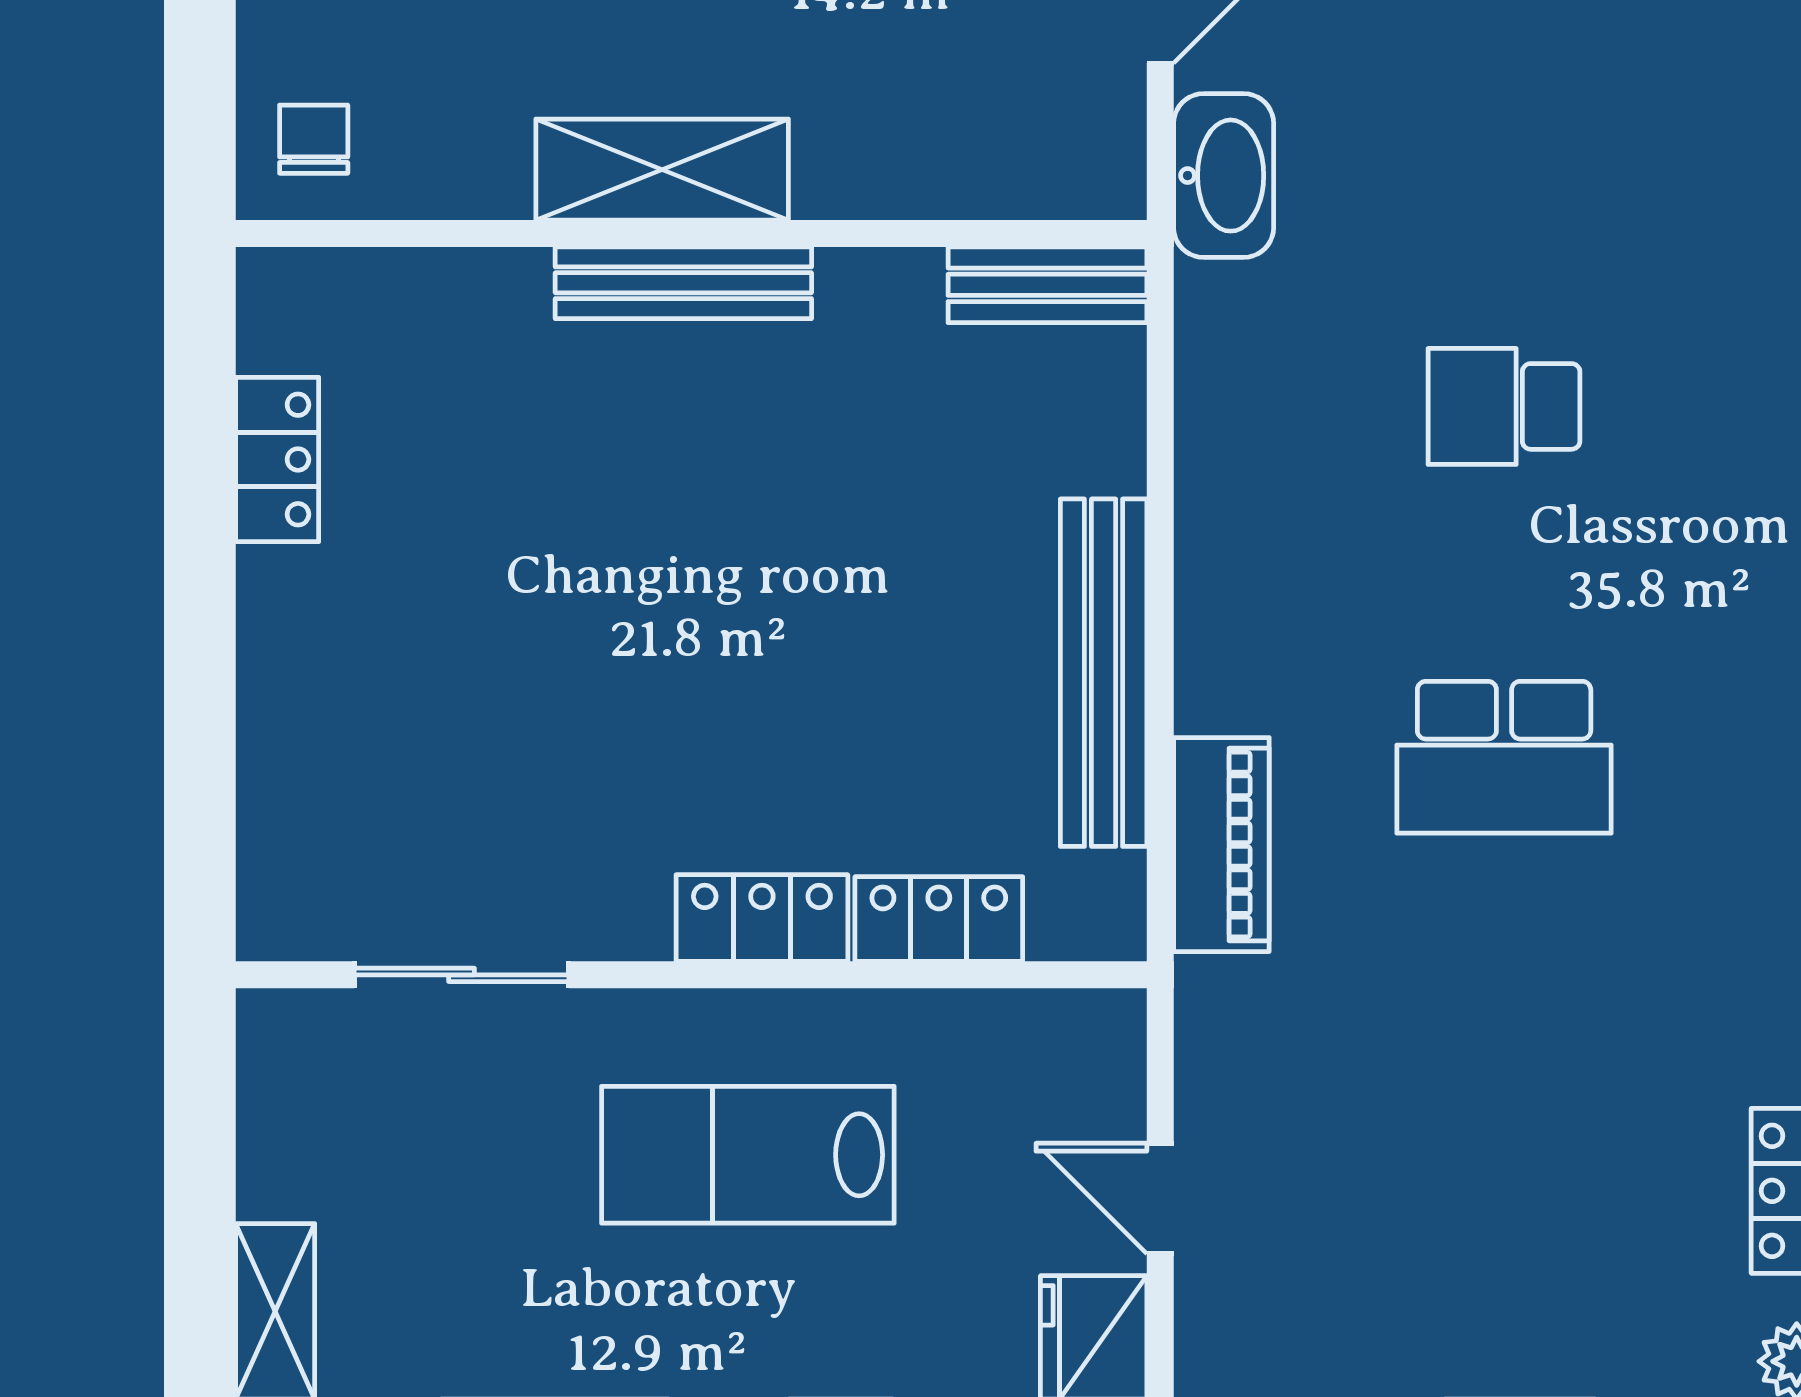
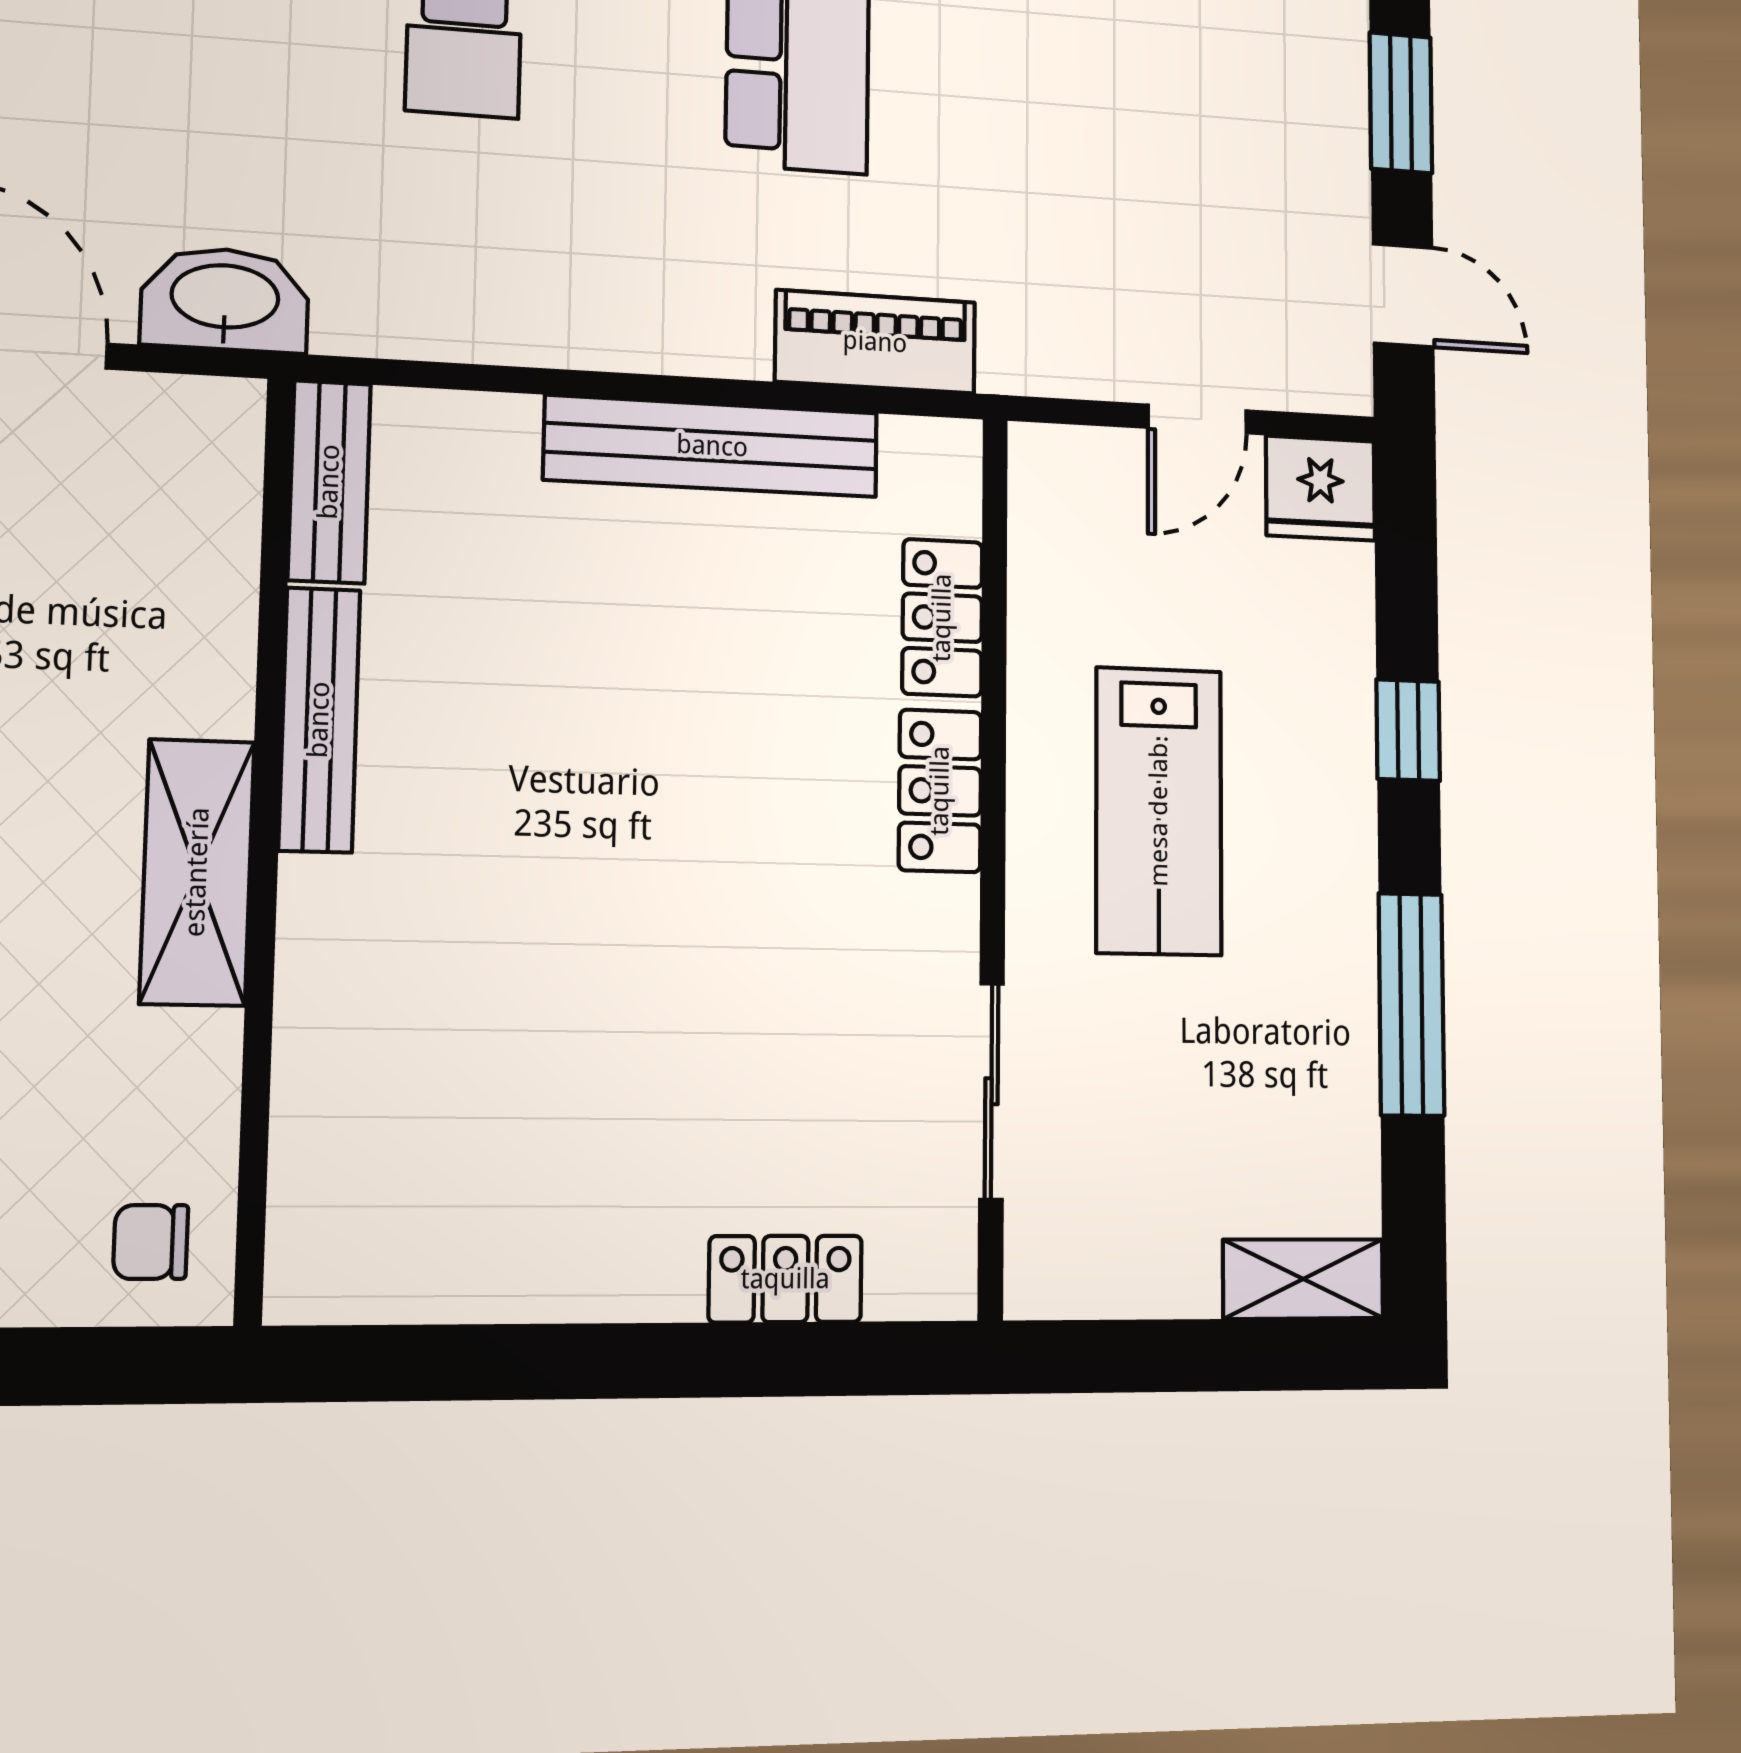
bench: (683, 283) -> (319, 720), moved
locker: (277, 459) -> (785, 1279), moved

